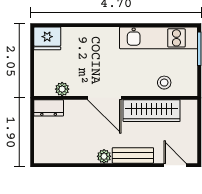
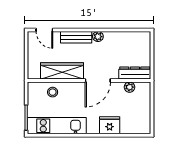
fridge: (47, 38) -> (110, 125), moved
door: (104, 98) -> (98, 81), swing flipped
dresser: (49, 108) -> (135, 73), width x1.44

